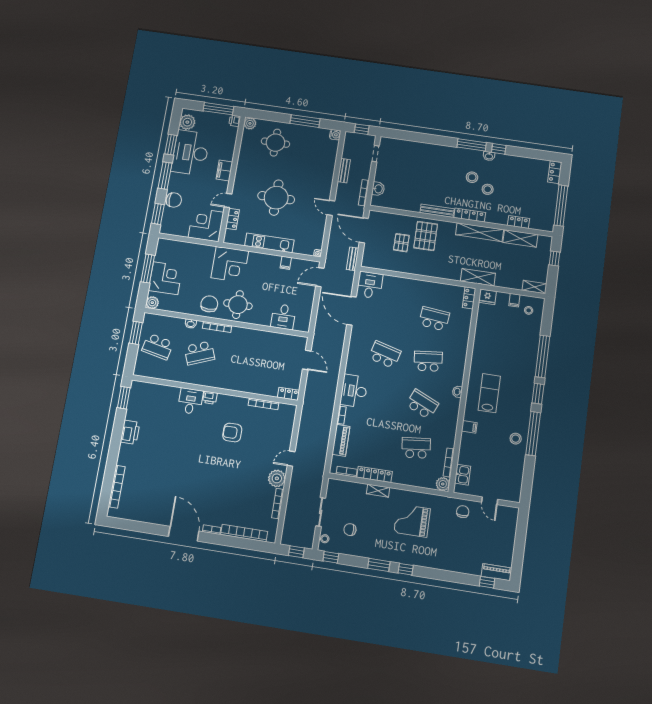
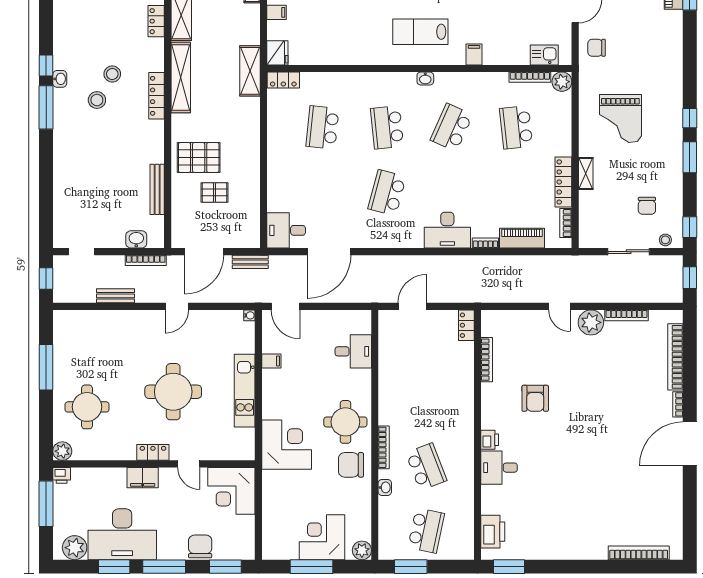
water cooler: (335, 135) -> (61, 318), removed
bench: (437, 211) -> (157, 189), moved
locker: (232, 219) -> (153, 452), moved
printer: (130, 432) -> (493, 532), moved, turned 90

